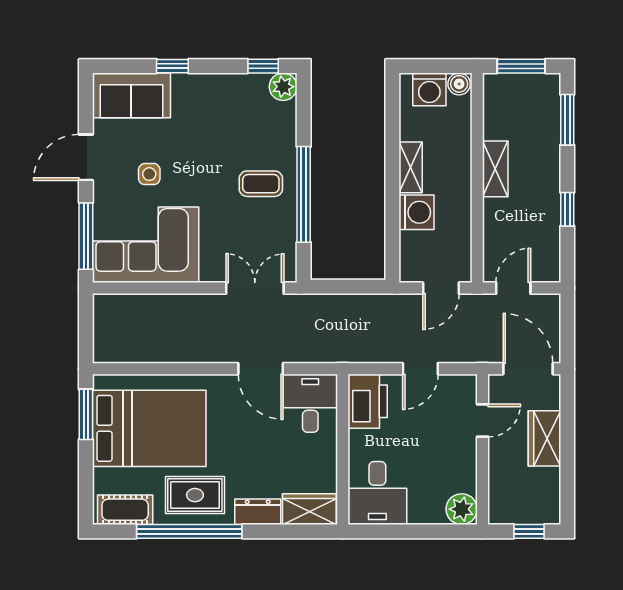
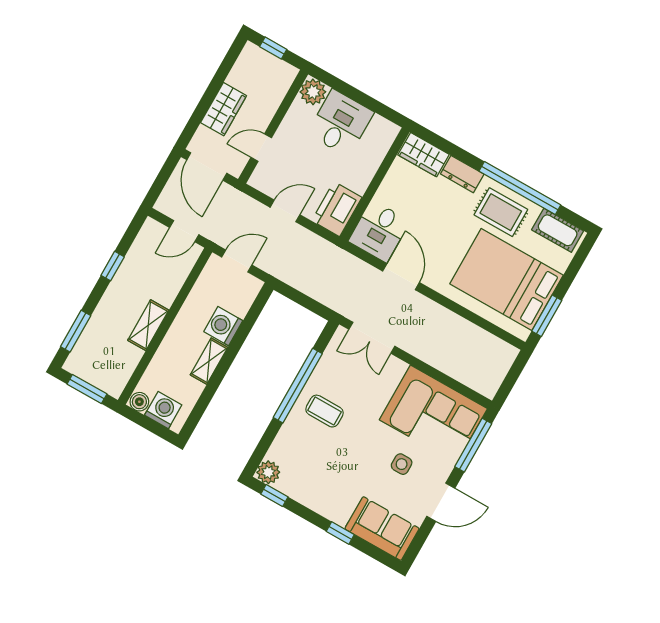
desk: (377, 493) -> (340, 123), moved

